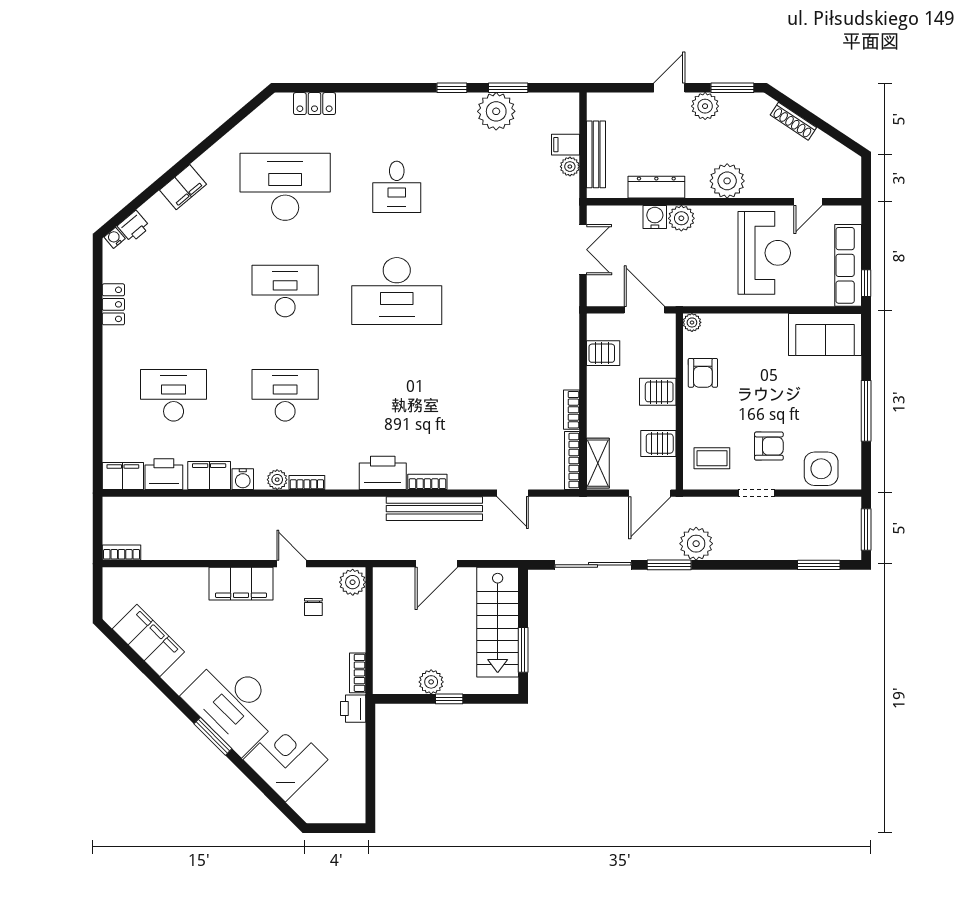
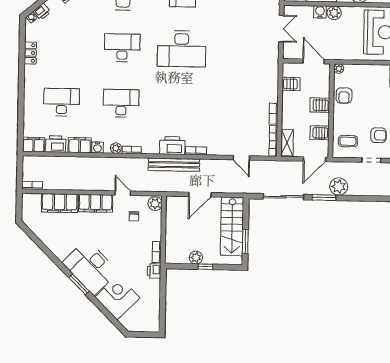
bench: (434, 509) -> (174, 165), moved
filing cabinet: (148, 640) -> (60, 203), moved, turned 135

